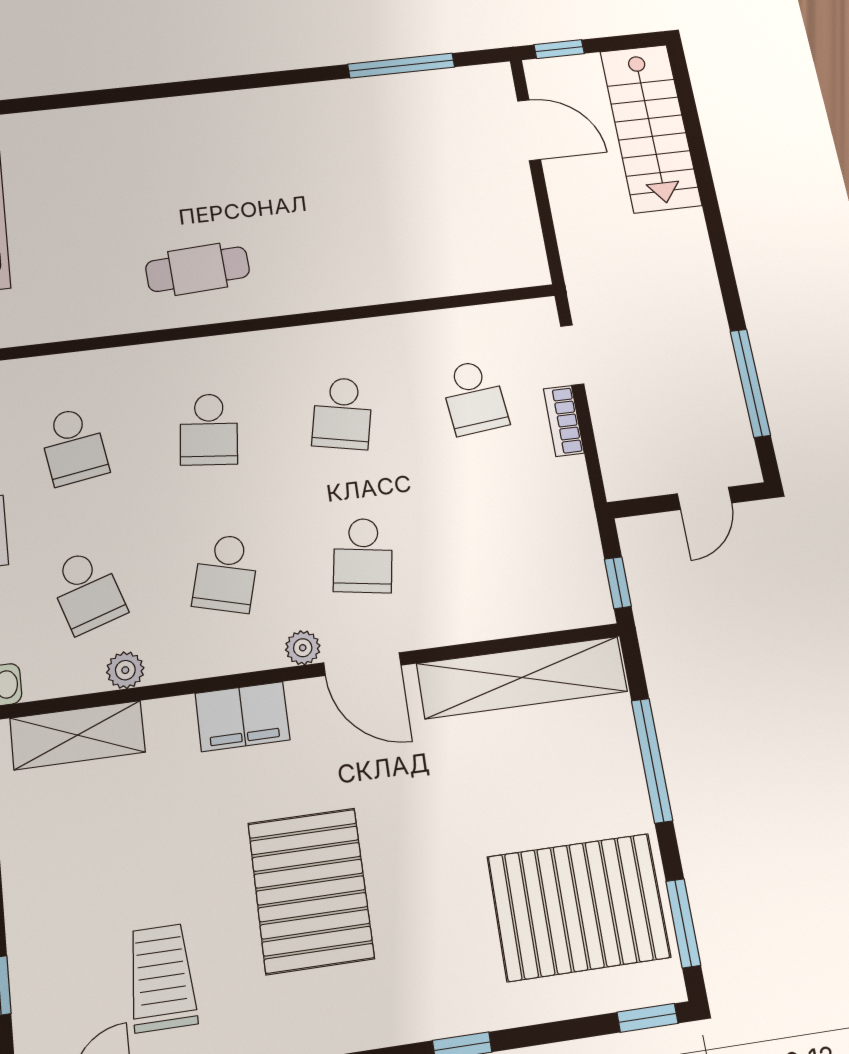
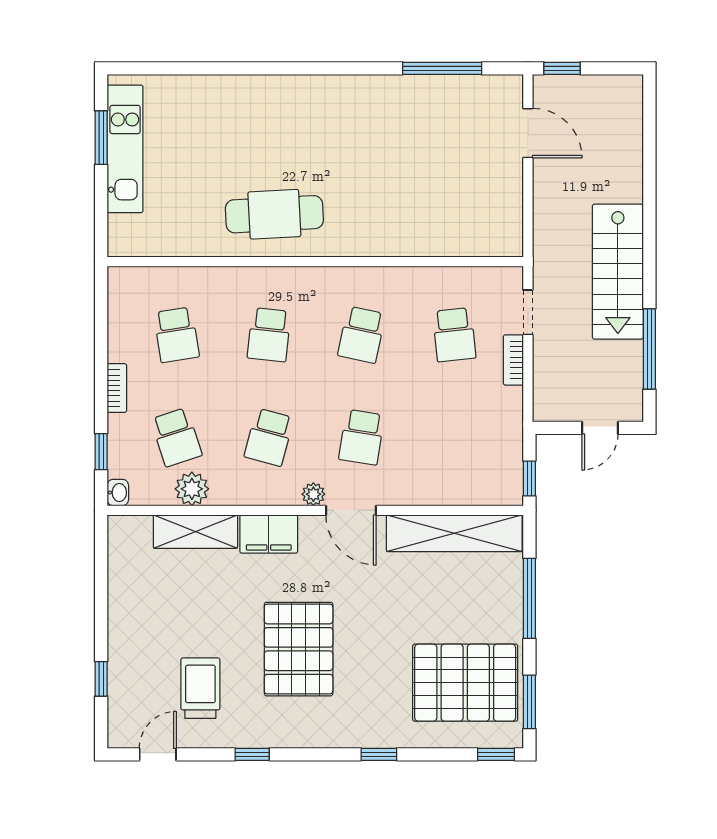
stairs: (650, 128) -> (618, 272), moved
cafe table: (198, 269) -> (274, 214), width x1.37, depth x1.35
plant: (125, 670) -> (192, 489), width x1.38, depth x1.38
shelving: (78, 735) -> (195, 532), moved

